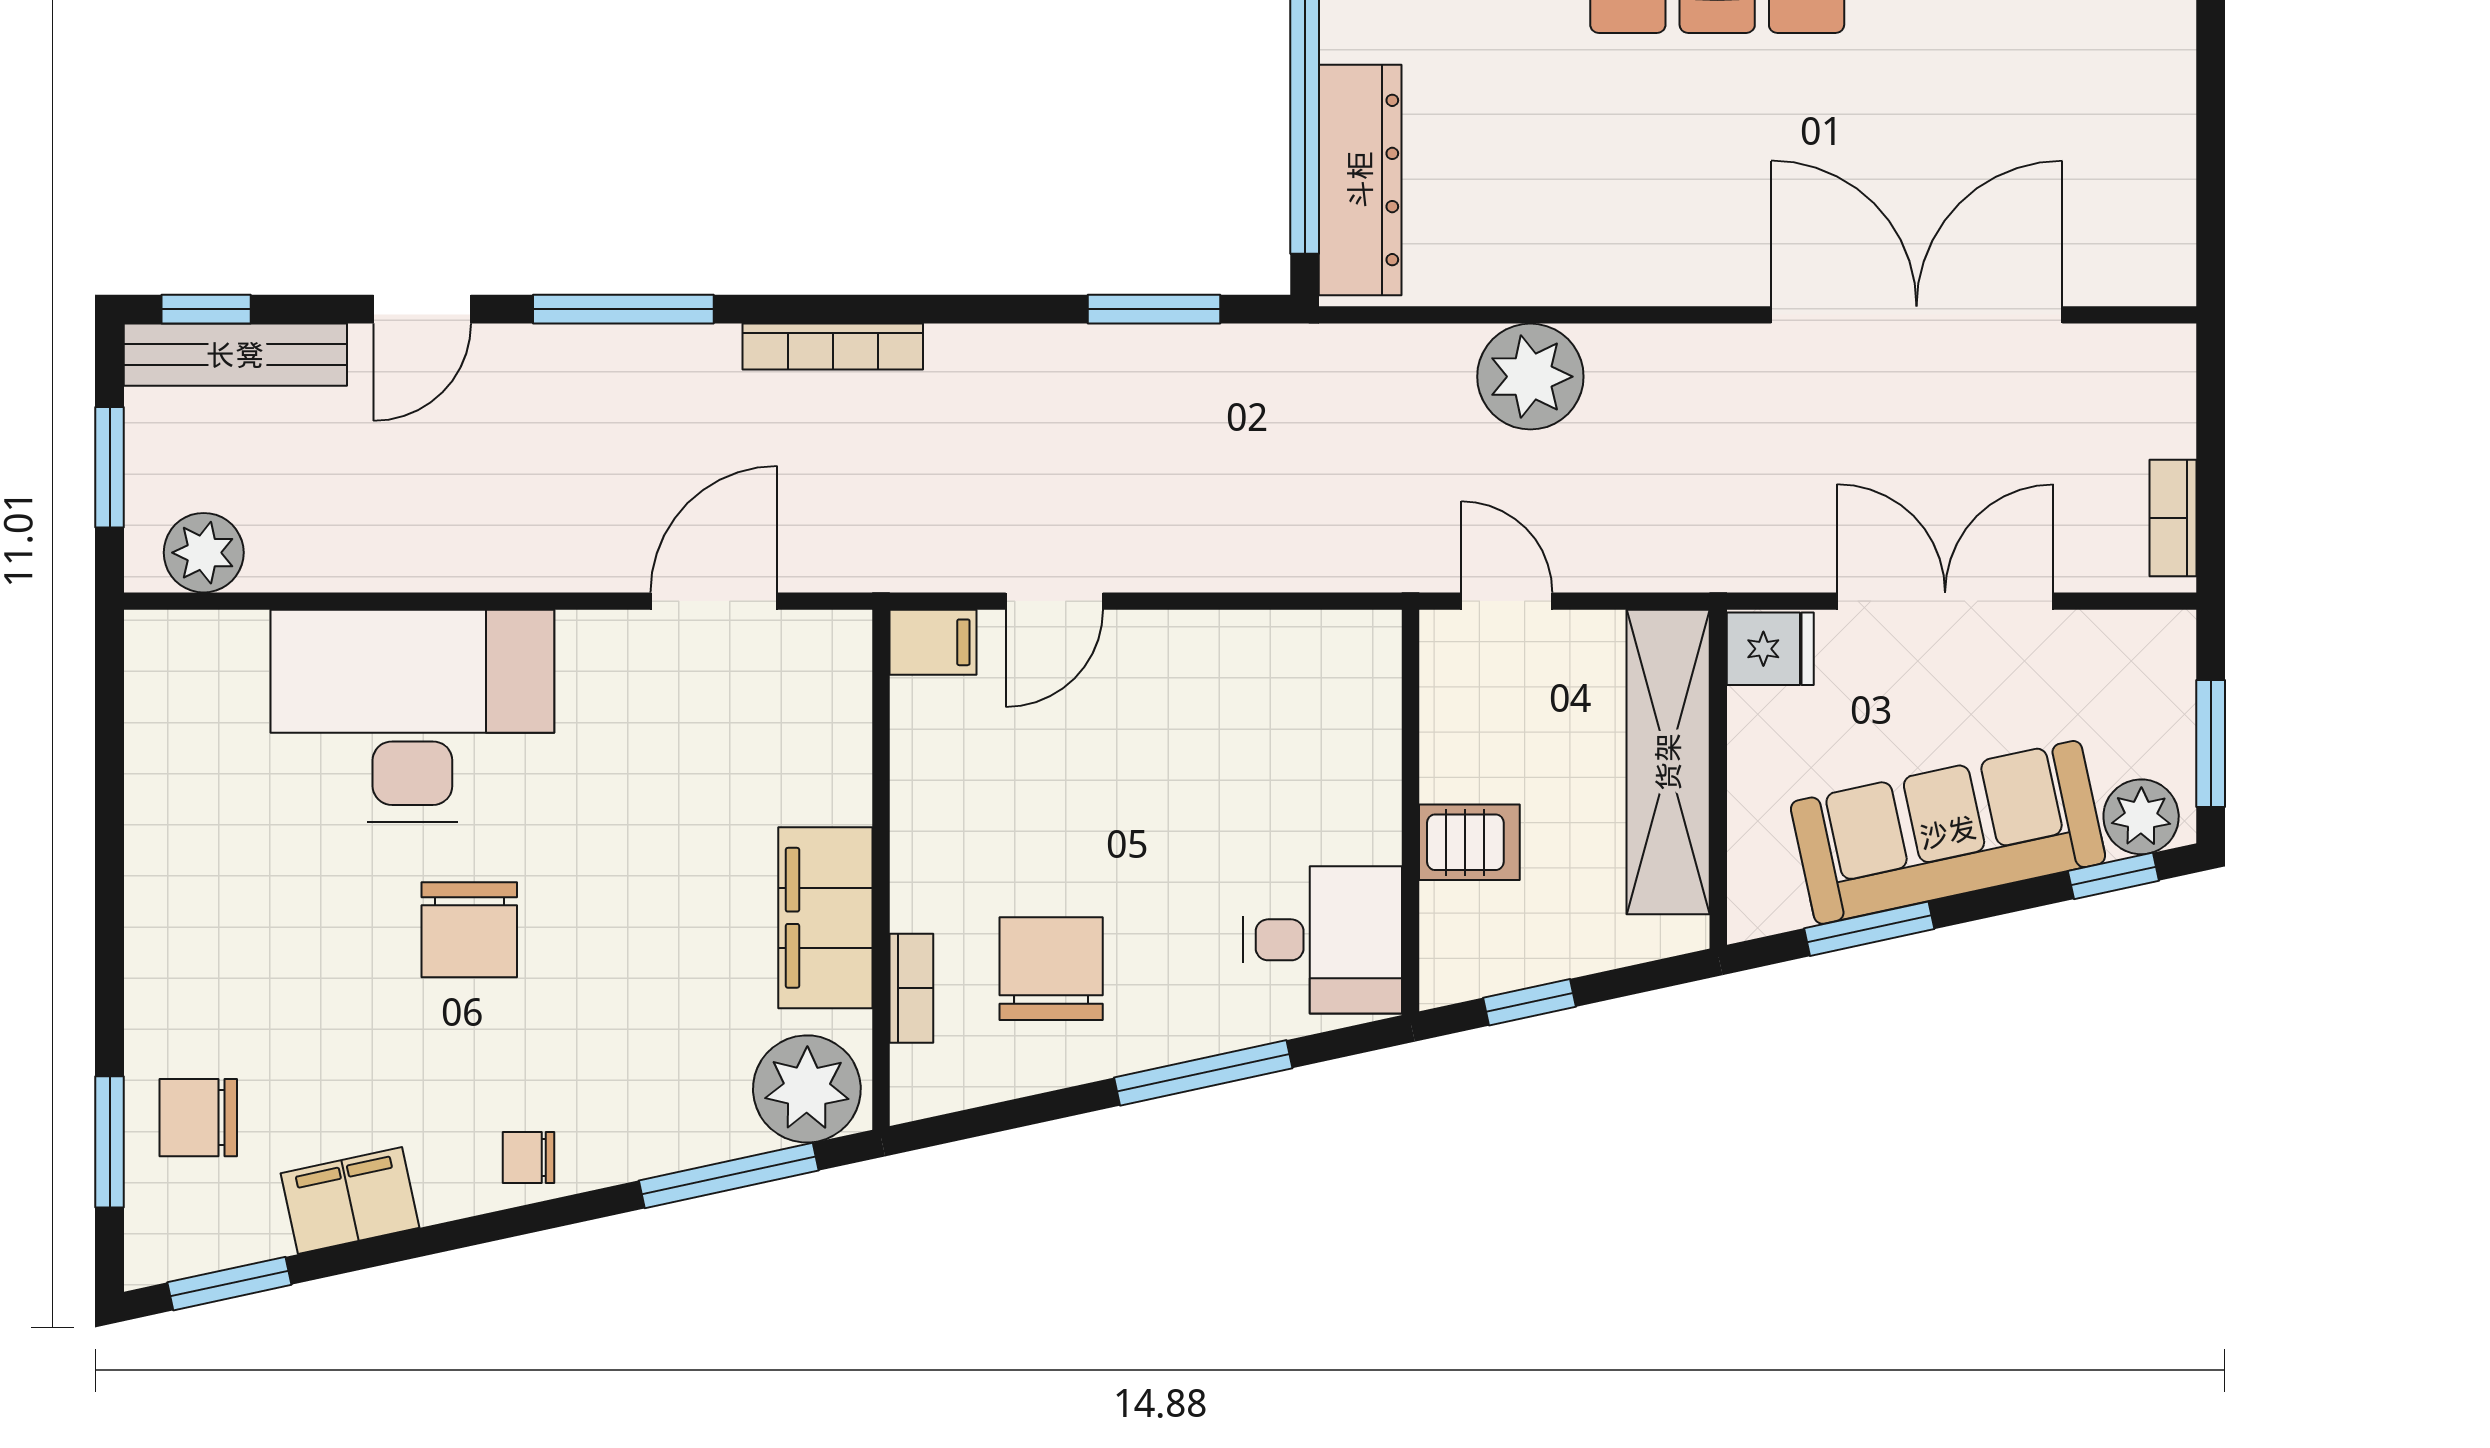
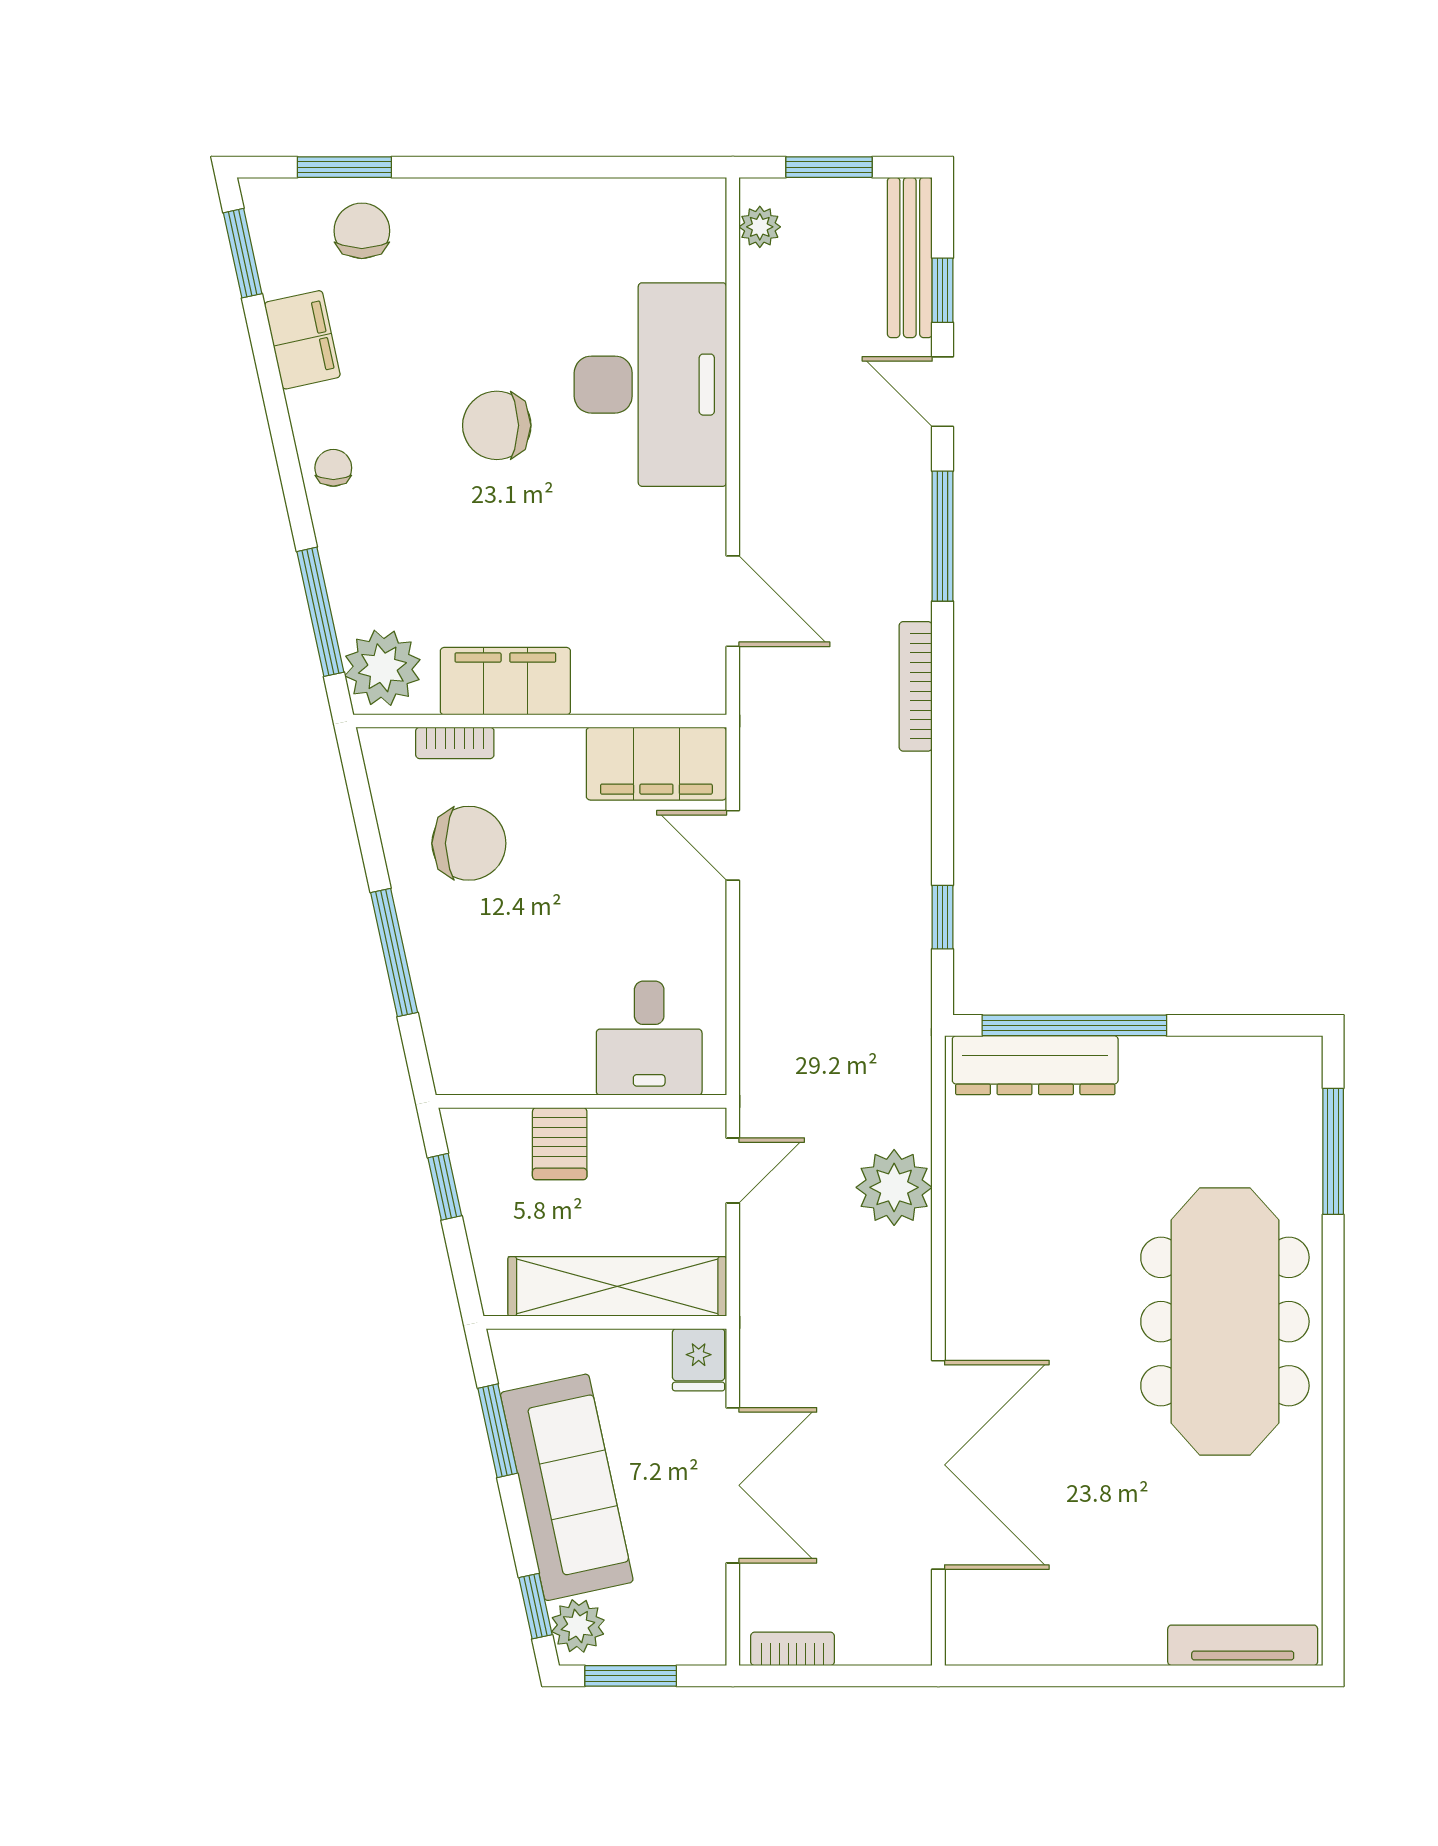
window: (206, 309) -> (942, 290), moved
window: (1154, 309) -> (942, 917), width x0.67
plant: (204, 553) -> (760, 227), width x0.73, depth x0.73
filing cabinet: (933, 642) -> (656, 764), width x3.00, depth x1.17
desk: (1323, 940) -> (649, 1038), moved

